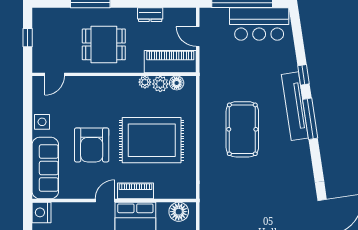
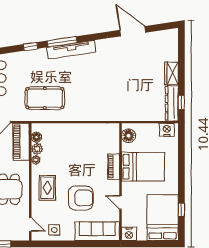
tv unit: (295, 106) -> (72, 50), moved
side table: (42, 122) -> (54, 230), moved
pool table: (242, 129) -> (45, 98), moved
rug: (152, 140) -> (47, 188), moved, width x0.54, depth x0.49
door: (105, 201) -> (121, 202), moved

